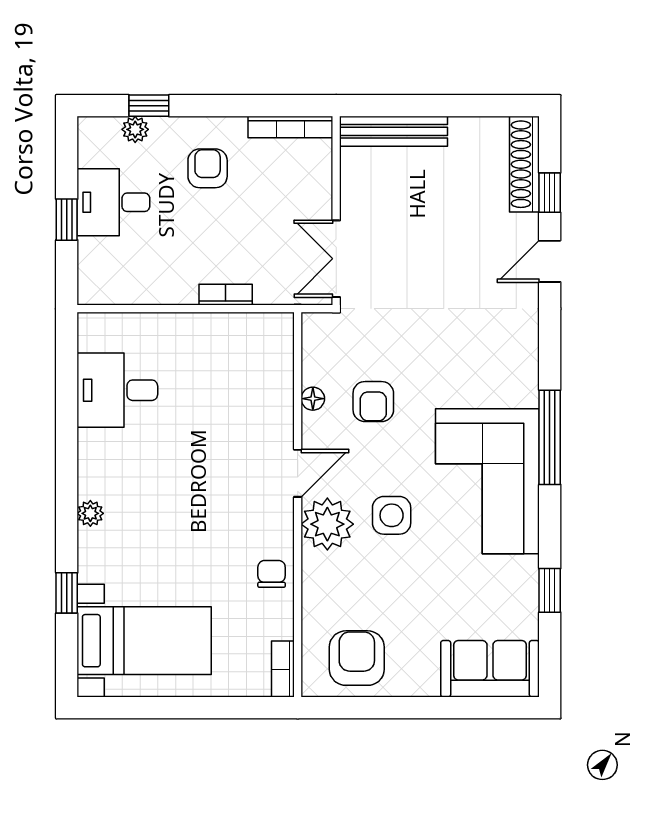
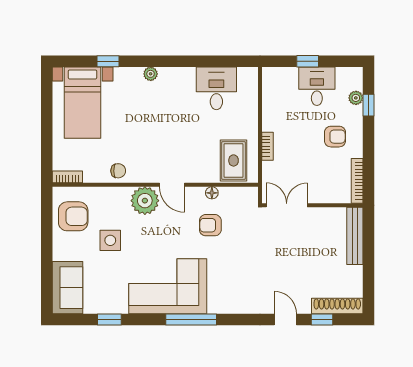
rug: (252, 358) -> (234, 160), added
side table: (392, 515) -> (110, 240), moved

